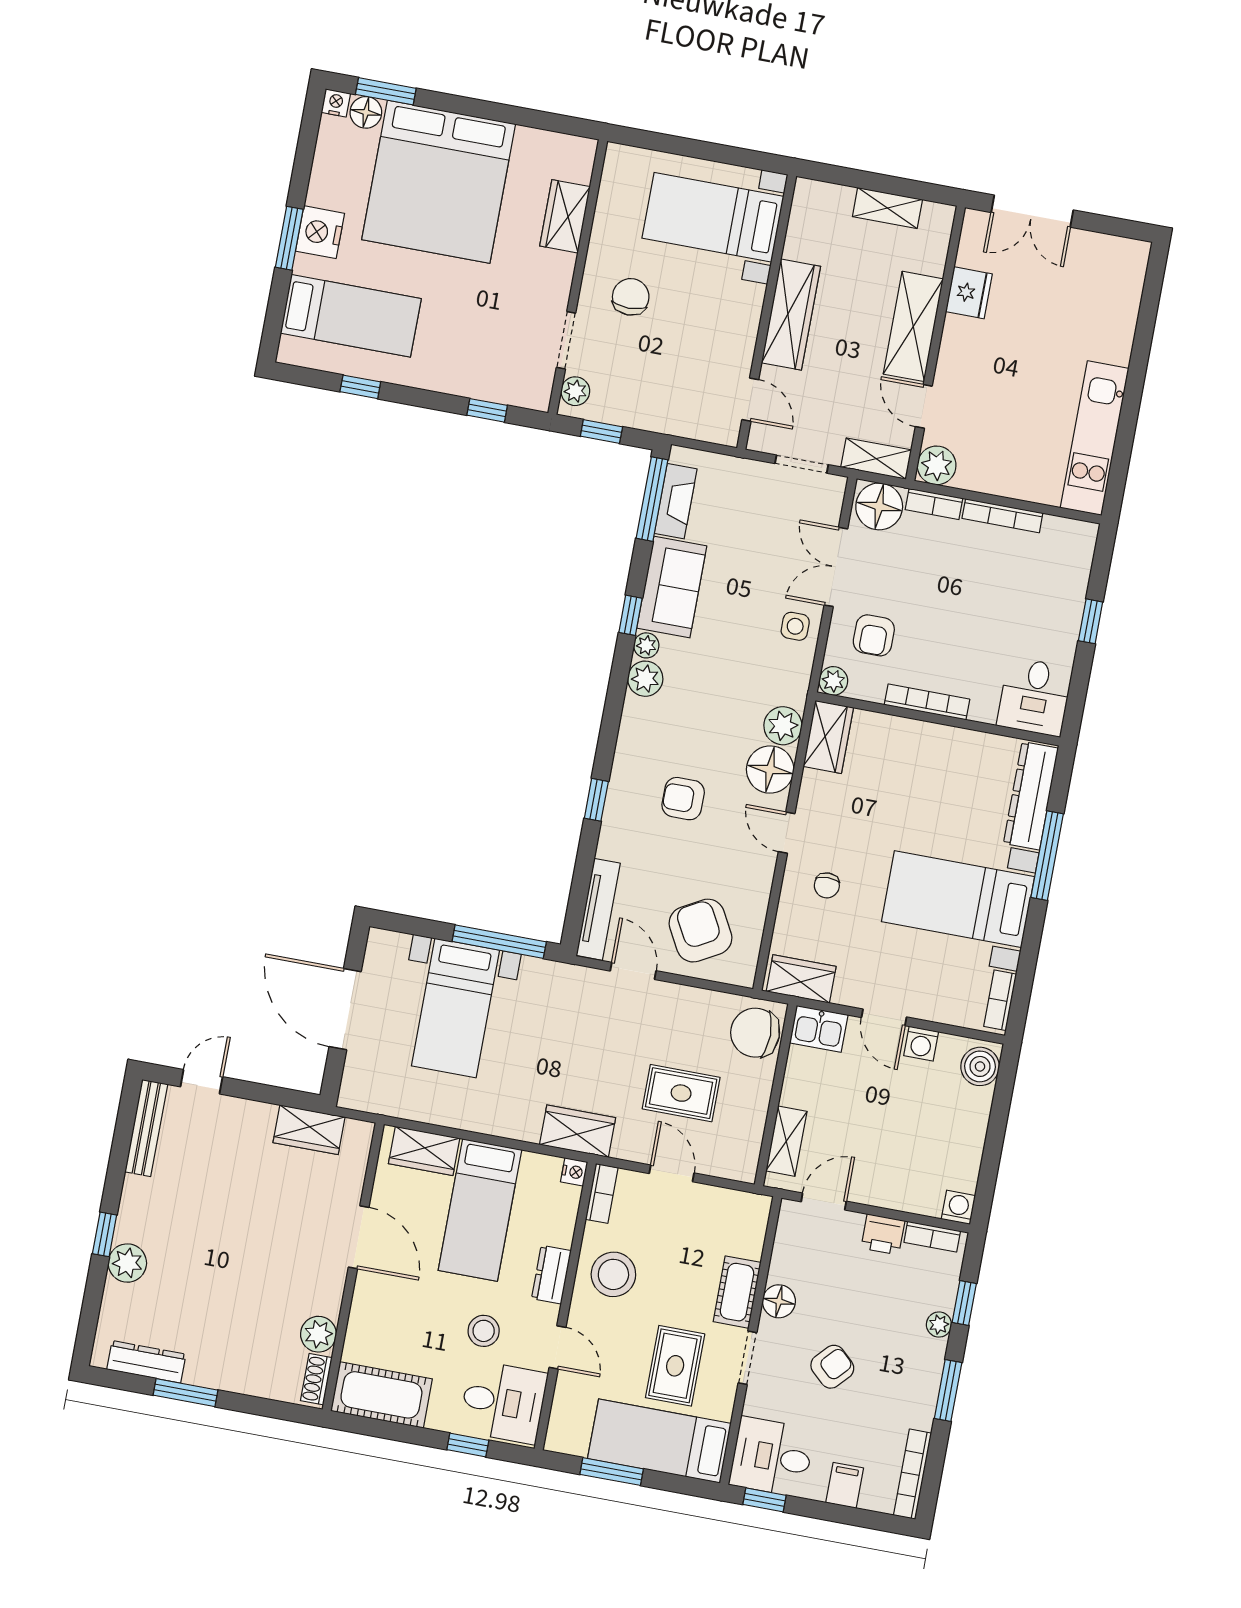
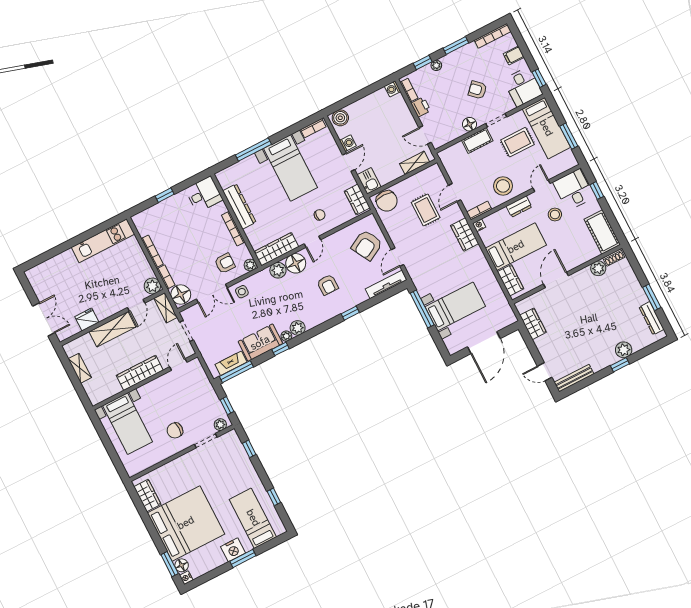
wardrobe: (565, 216) -> (147, 495), moved, turned -90
wardrobe: (828, 737) -> (276, 249), width x1.50
dresser: (1031, 796) -> (239, 206), moved, turned -90

